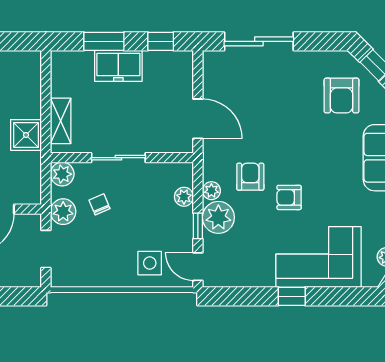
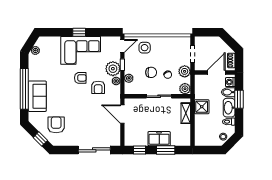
chair: (135, 209) -> (151, 72), added
corner sofa: (319, 257) -> (81, 50), moved
door: (198, 267) -> (122, 46), hinge flipped

